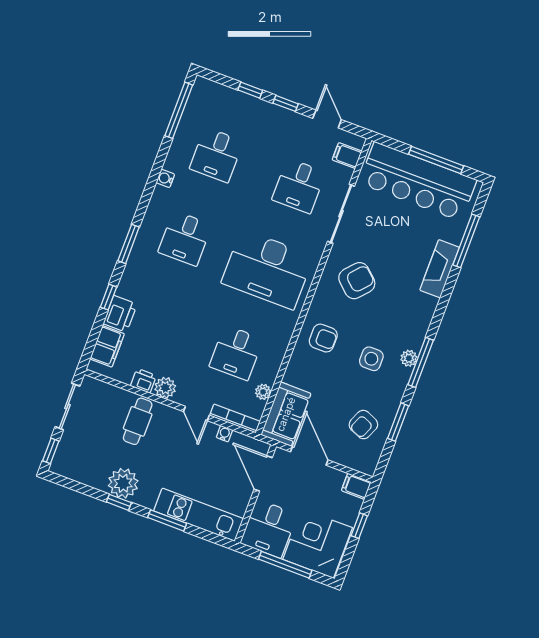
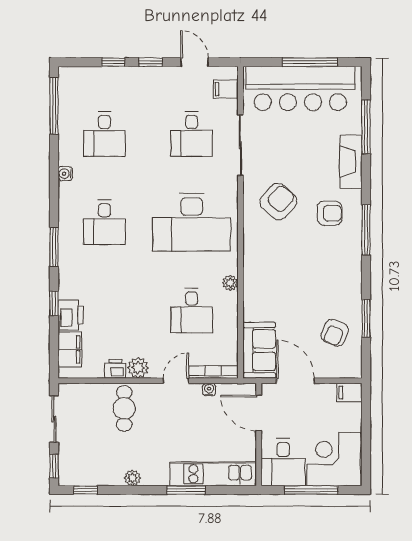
armchair: (323, 338) -> (330, 213), moved
plant: (409, 358) -> (354, 255), removed
side table: (371, 359) -> (319, 269), removed
window: (421, 362) -> (366, 230), moved
plant: (263, 392) -> (230, 283), moved
door: (196, 413) -> (176, 381), swing flipped
plant: (123, 483) -> (132, 478), width x0.53, depth x0.53
window: (119, 502) -> (85, 490), moved
window: (359, 526) -> (366, 428), removed

